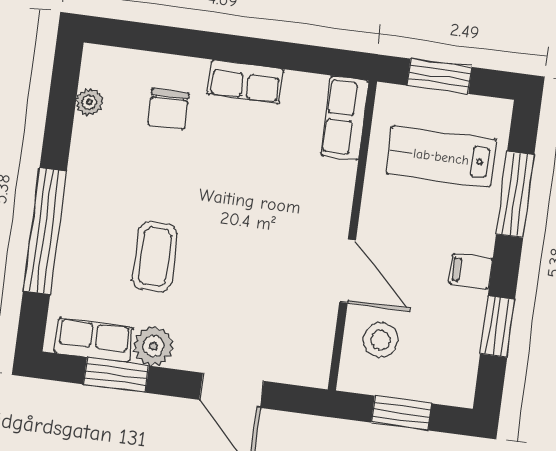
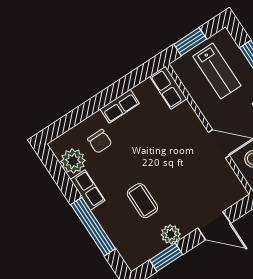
plant: (89, 102) -> (73, 161), width x1.88, depth x1.88
lab bench: (441, 157) -> (217, 71), turned -90
row of seats: (94, 340) -> (88, 190), moved, turned 90

